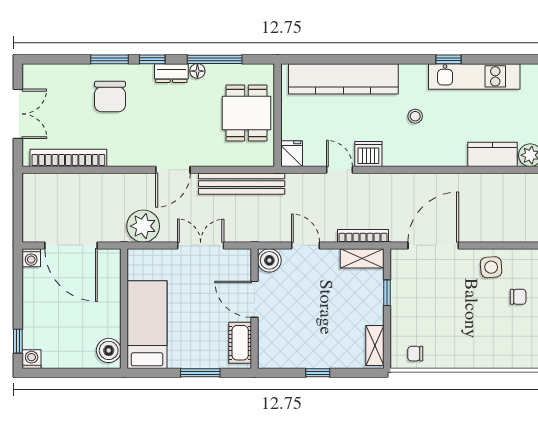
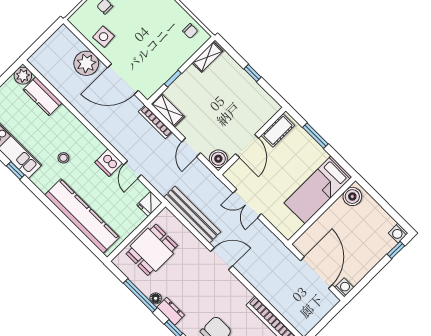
plant: (143, 226) -> (86, 63), moved

